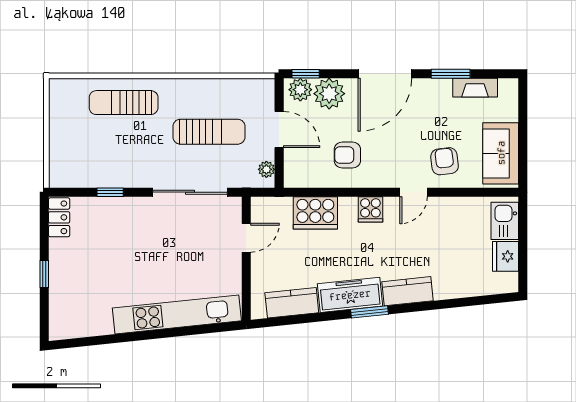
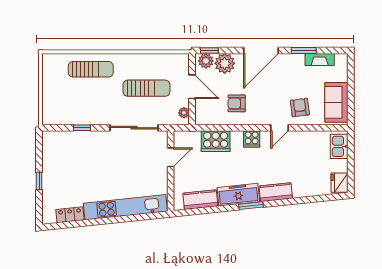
sun lounger: (124, 103) -> (91, 69), turned 180
locker: (59, 217) -> (70, 215), moved, turned -96
fridge: (506, 256) -> (340, 183), moved

